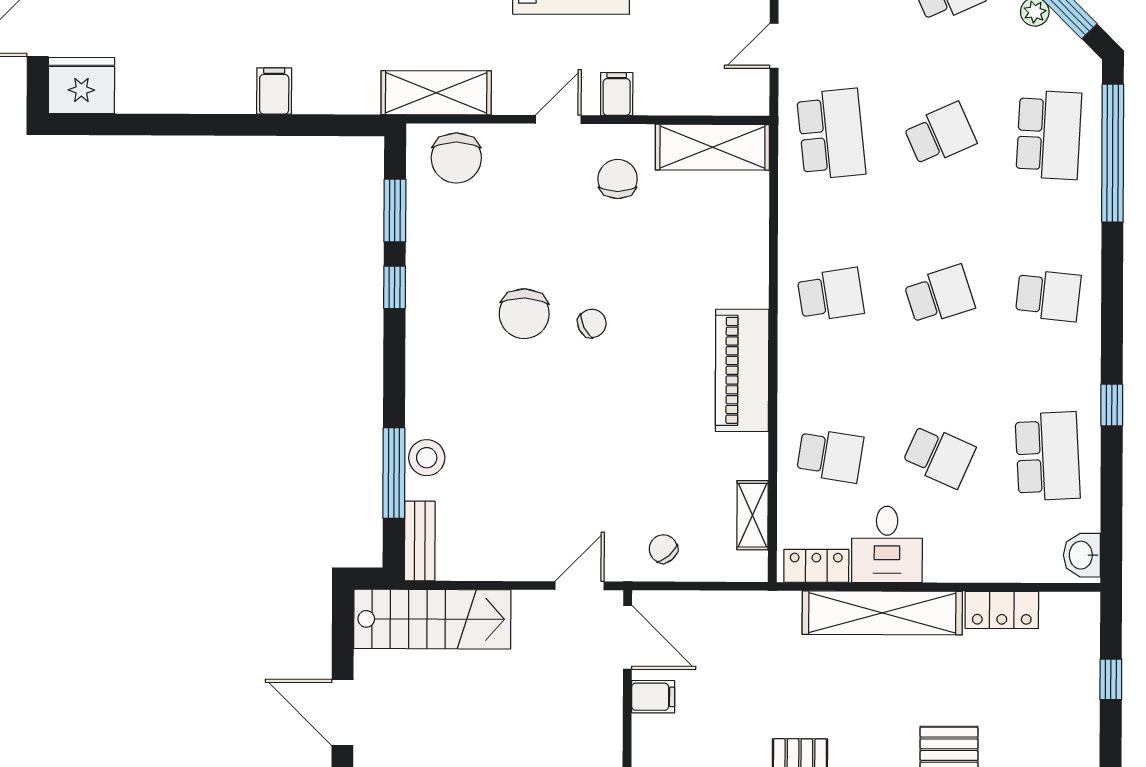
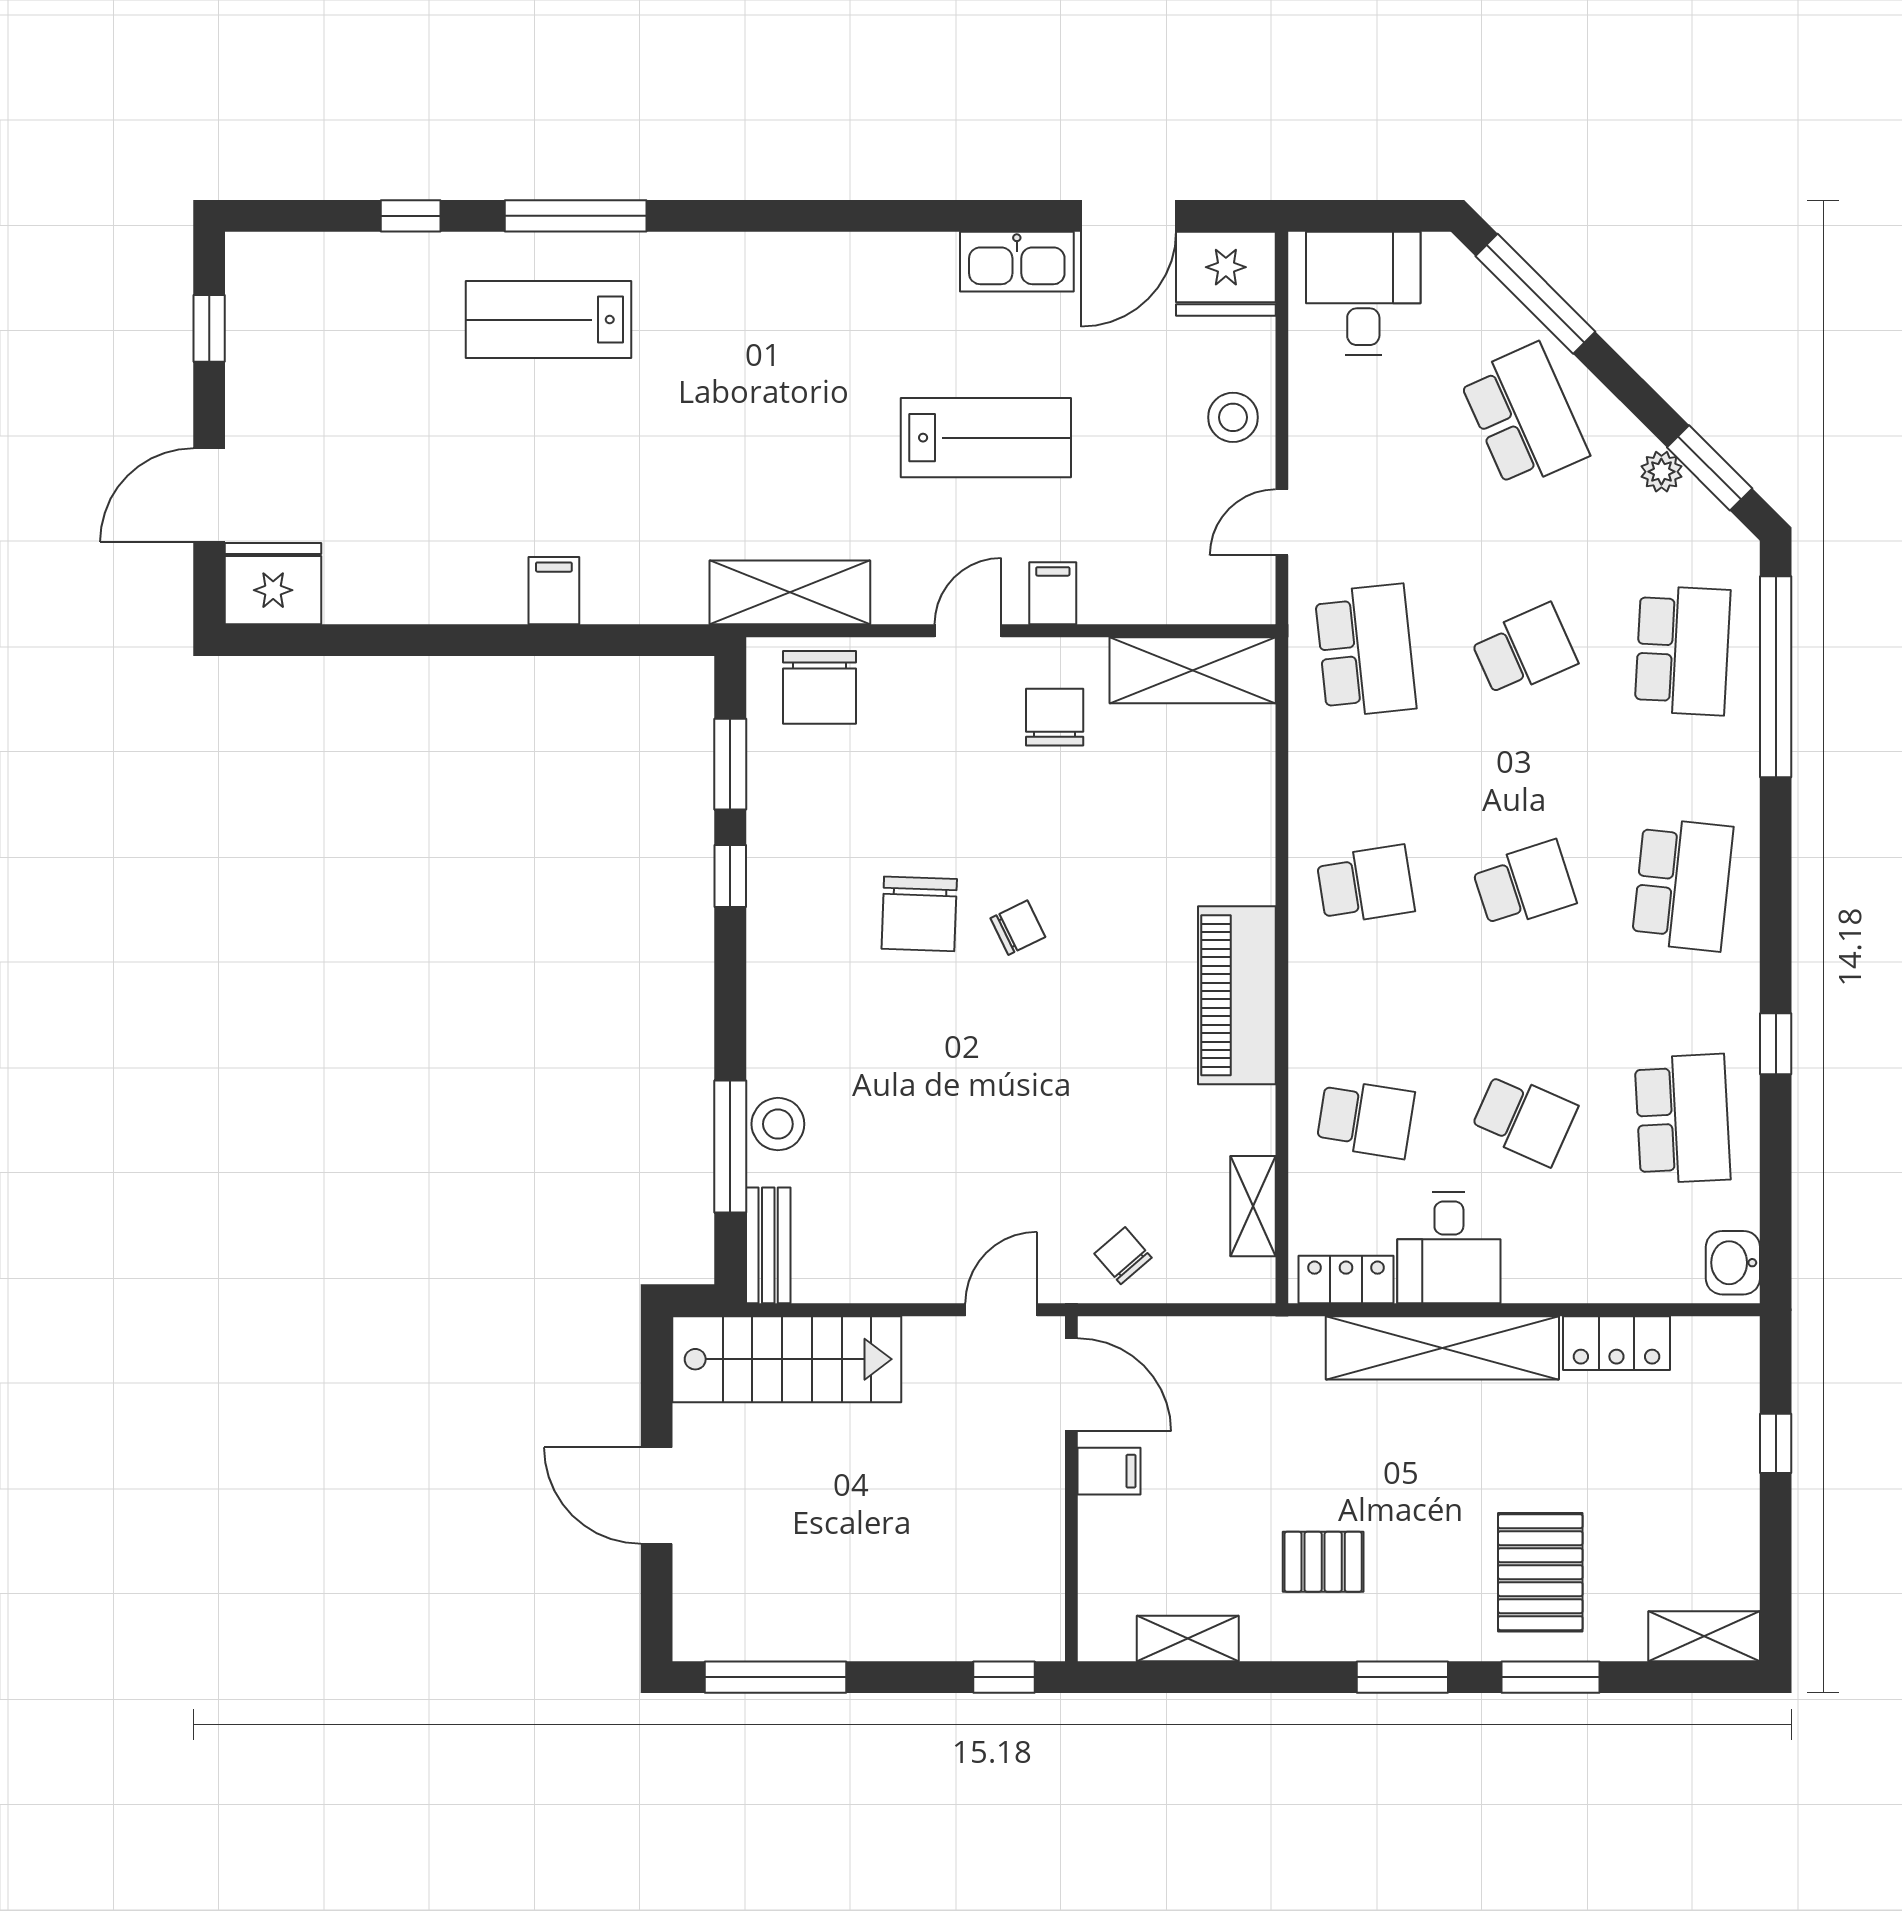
school desk: (1048, 296) -> (1683, 885), width x1.85

